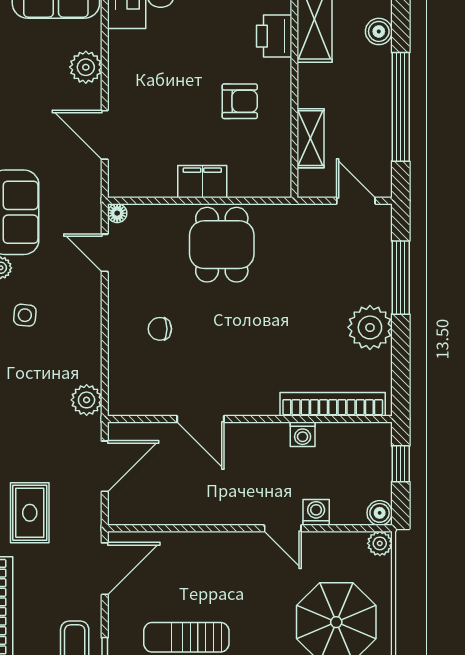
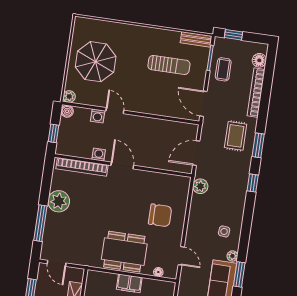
floor lamp: (117, 213) -> (158, 272), moved
dining table: (222, 245) -> (124, 252), width x1.37
chair: (160, 329) -> (160, 215), width x1.87, depth x1.87
door: (200, 419) -> (122, 165), moved
door: (105, 569) -> (203, 104), hinge flipped

